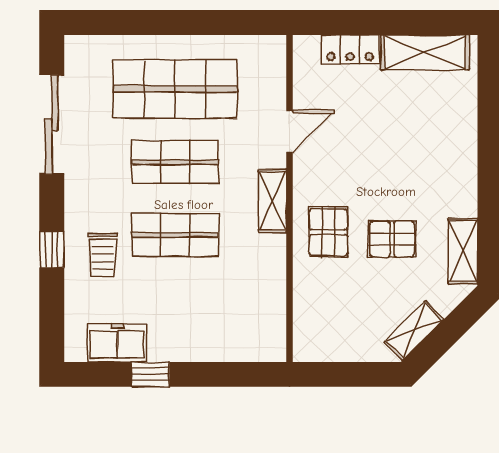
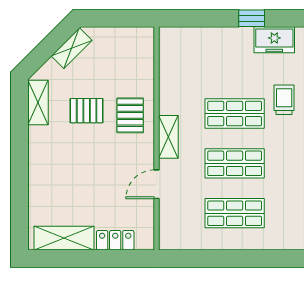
shop shelf: (175, 89) -> (235, 213), width x0.70, depth x0.74

